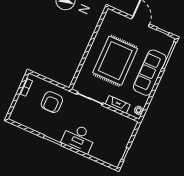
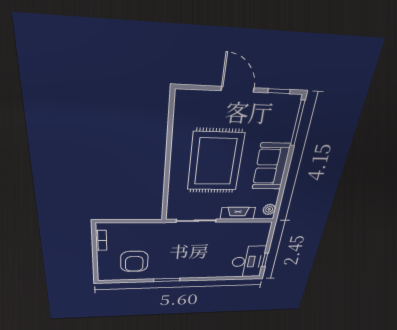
sofa: (150, 73) -> (271, 167), width x0.73
armchair: (52, 102) -> (134, 261), moved
desk: (79, 138) -> (248, 262), moved, turned -90

